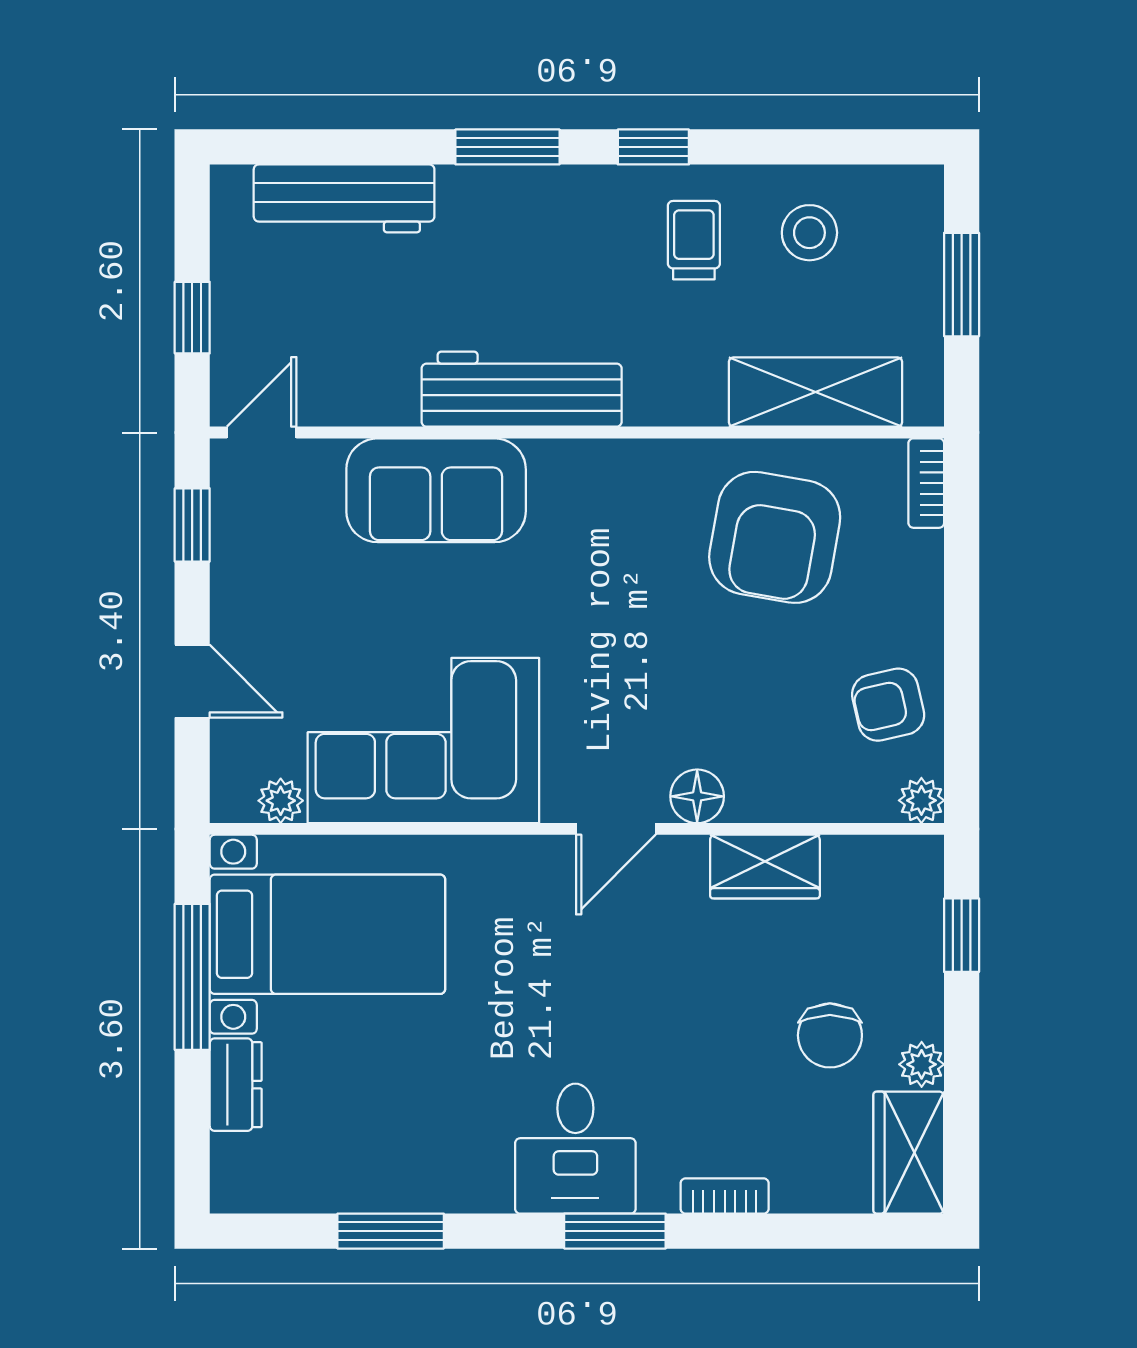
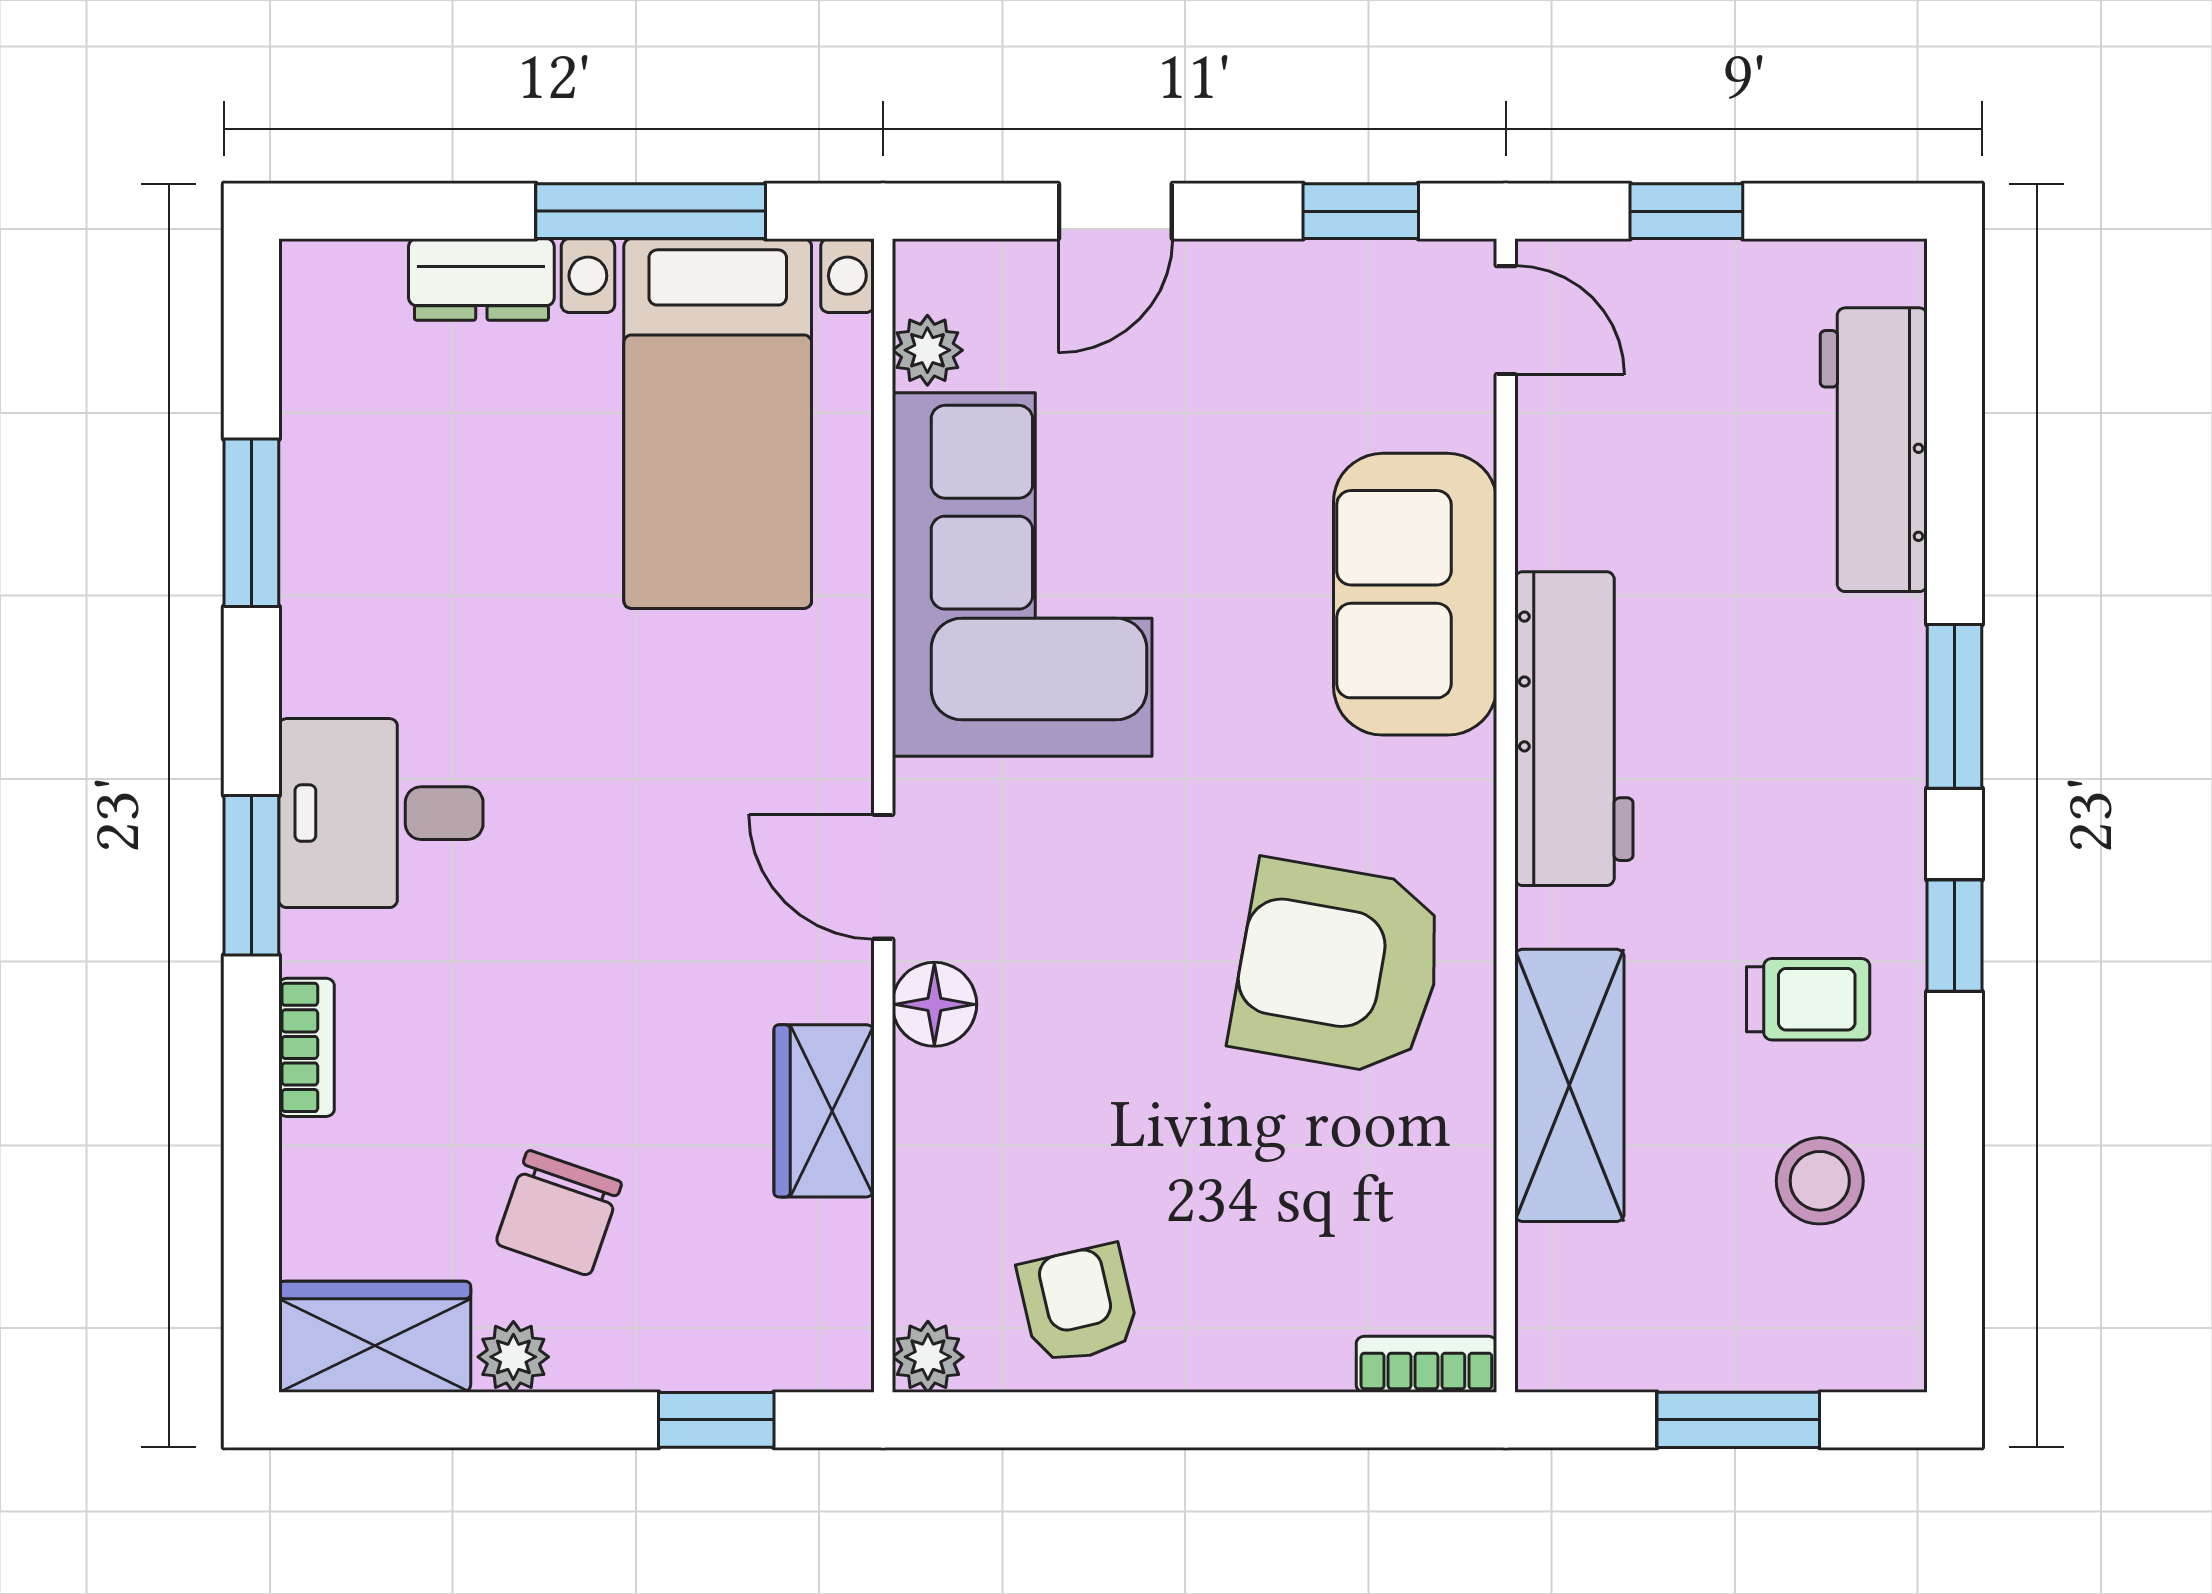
shelving: (816, 392) -> (1569, 1085), moved
armchair: (775, 537) -> (1338, 967), moved
chair: (830, 1035) -> (559, 1213), turned -71

